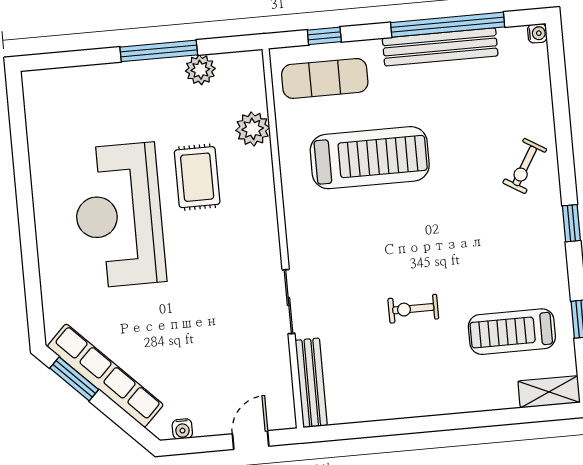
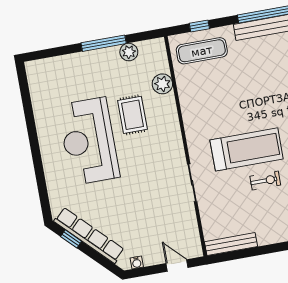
treadmill: (370, 158) -> (247, 149), moved
exercise bike: (413, 309) -> (265, 181), turned 180
window: (74, 379) -> (71, 239), width x0.67
bench: (311, 383) -> (231, 244), moved, turned 90
door: (251, 440) -> (177, 265), hinge flipped

